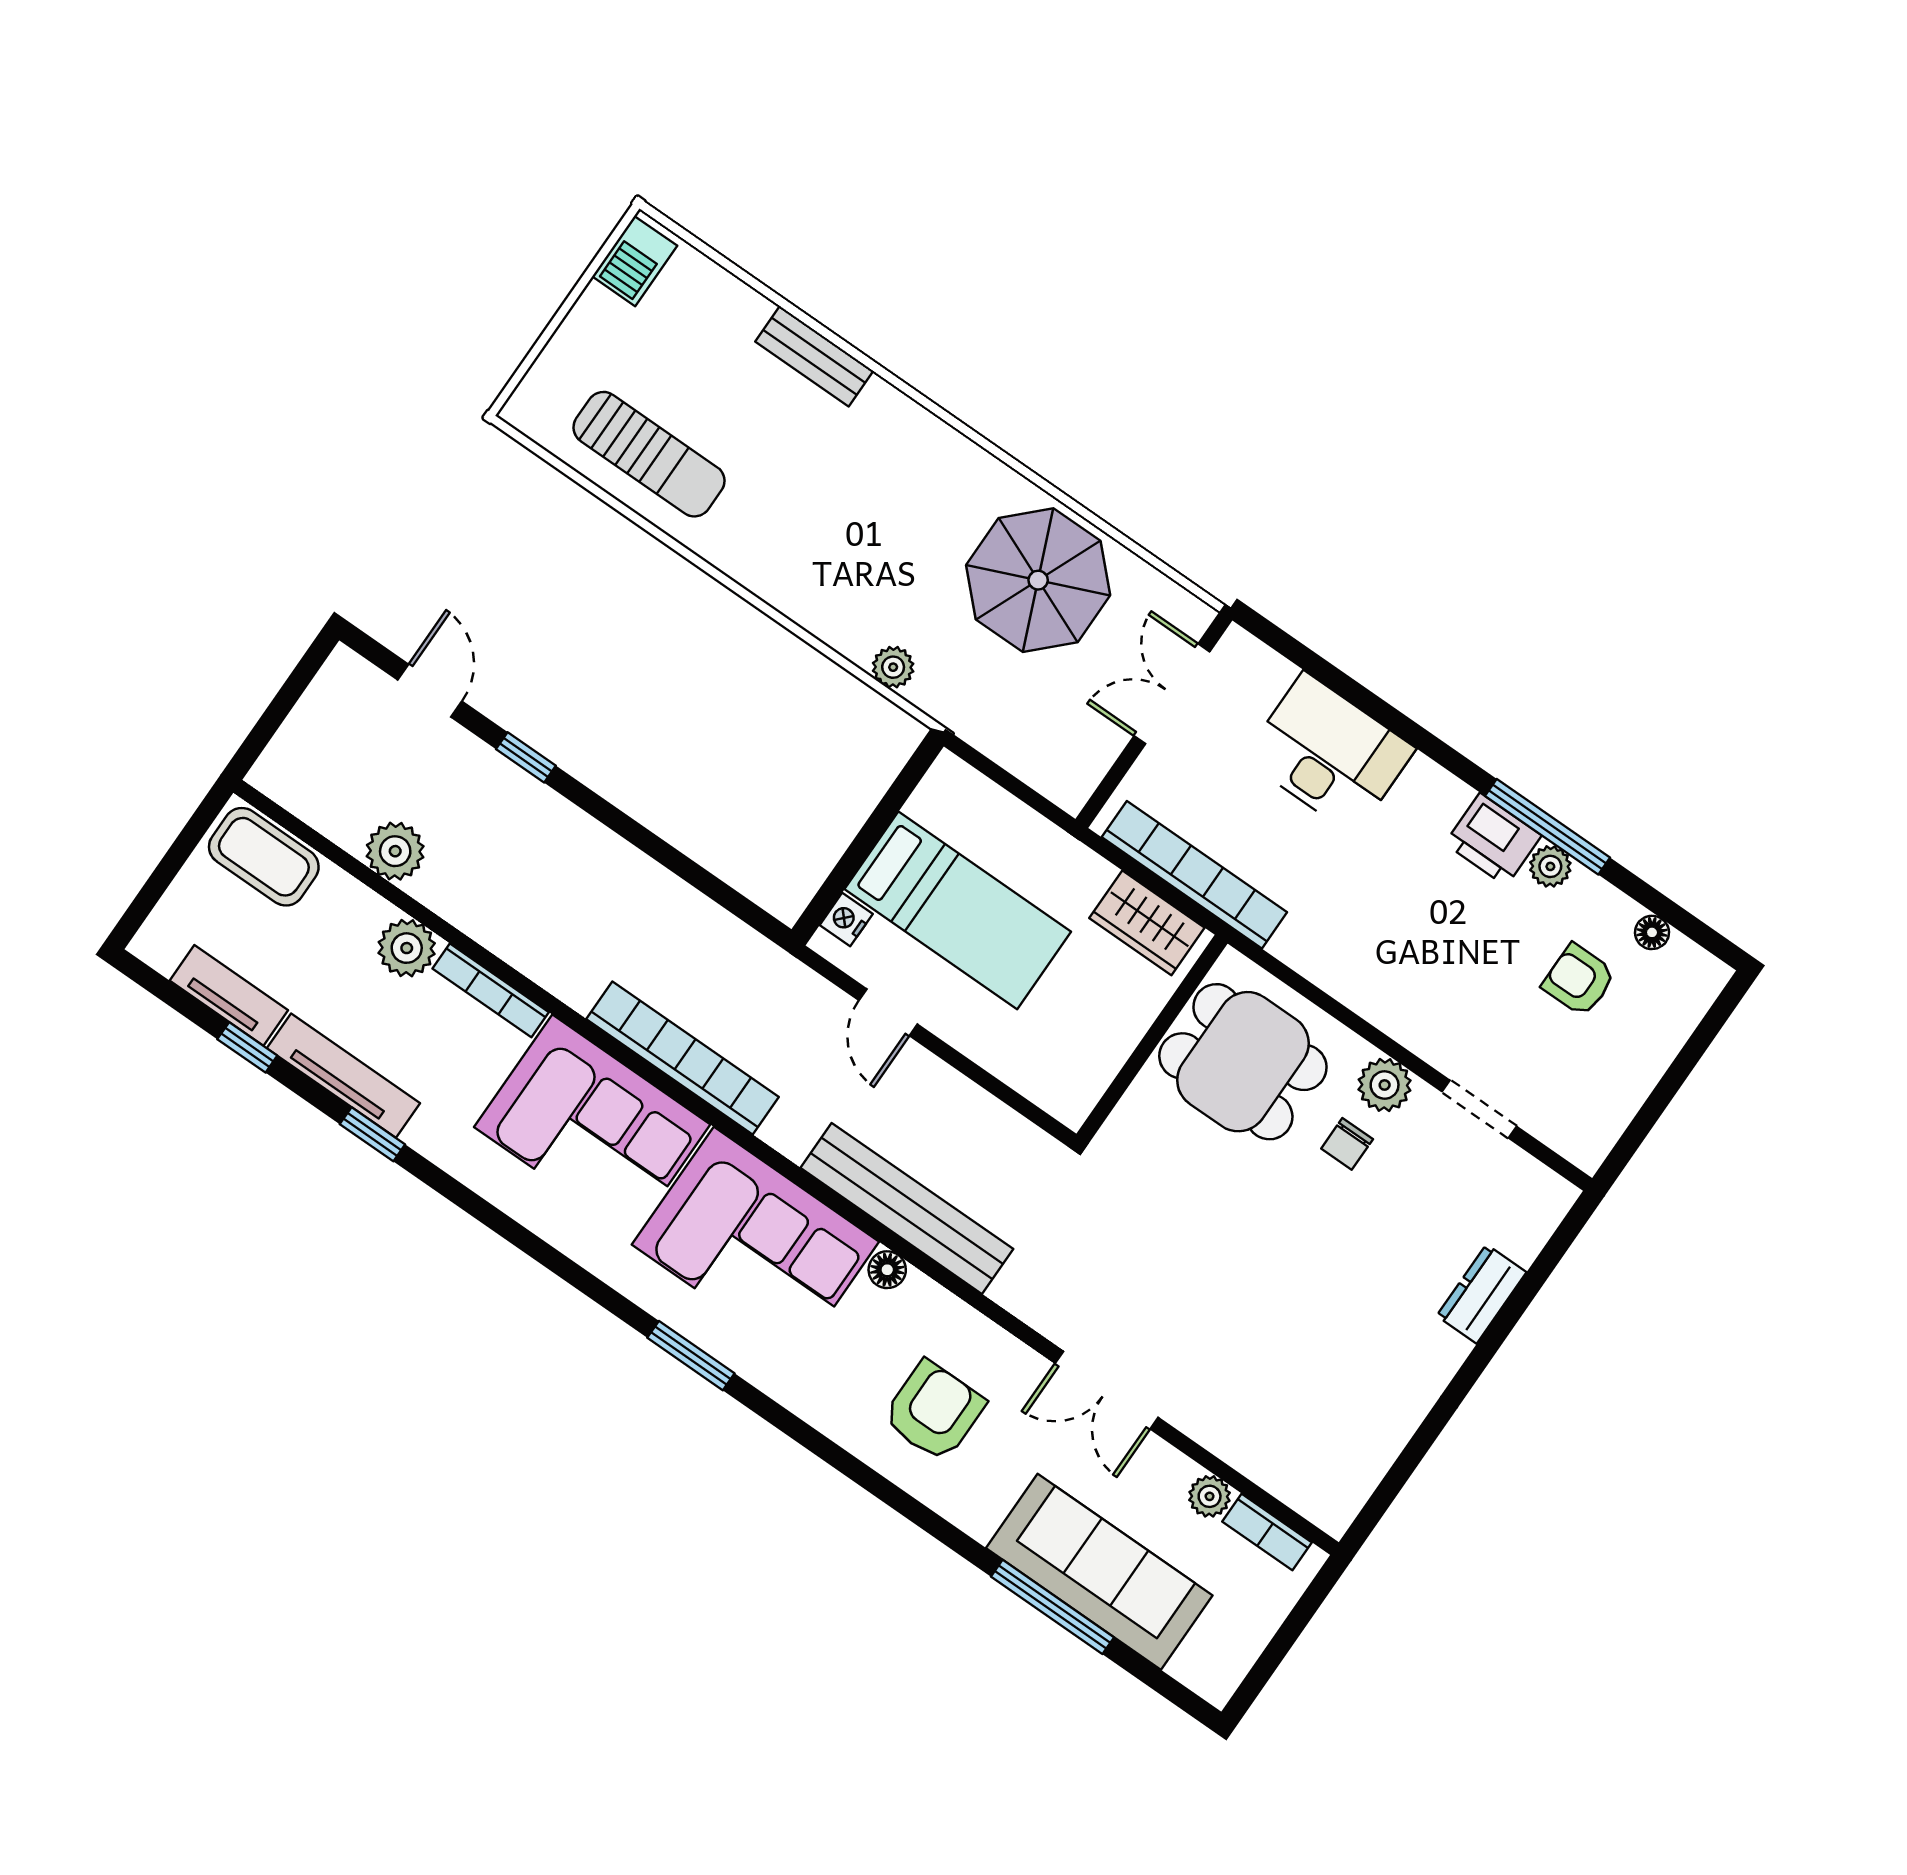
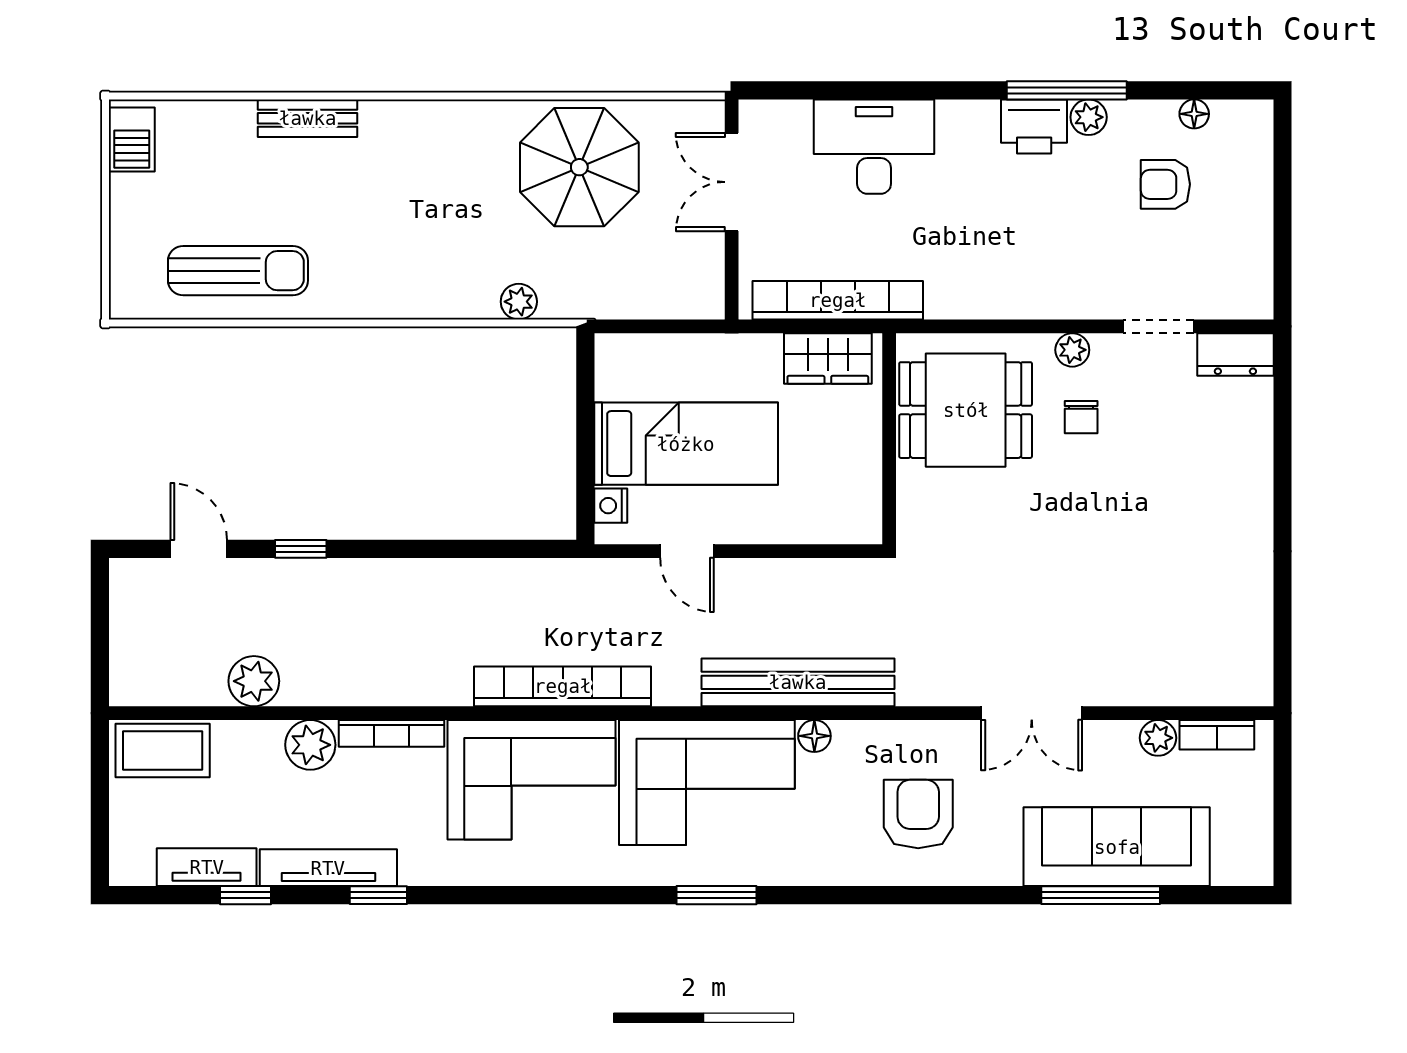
plant: (1385, 1085) -> (1072, 350), width x0.73, depth x0.73
dresser: (1482, 1294) -> (1235, 355), moved, turned -90

